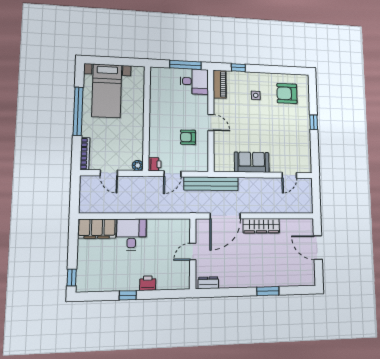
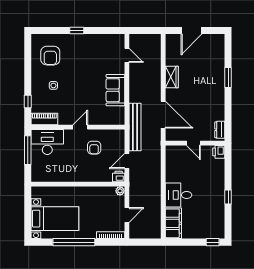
desk: (194, 81) -> (47, 142), width x1.37
door: (172, 174) -> (127, 161), swing flipped
wardrobe: (261, 226) -> (172, 77), width x0.67
printer: (148, 283) -> (219, 152), moved

